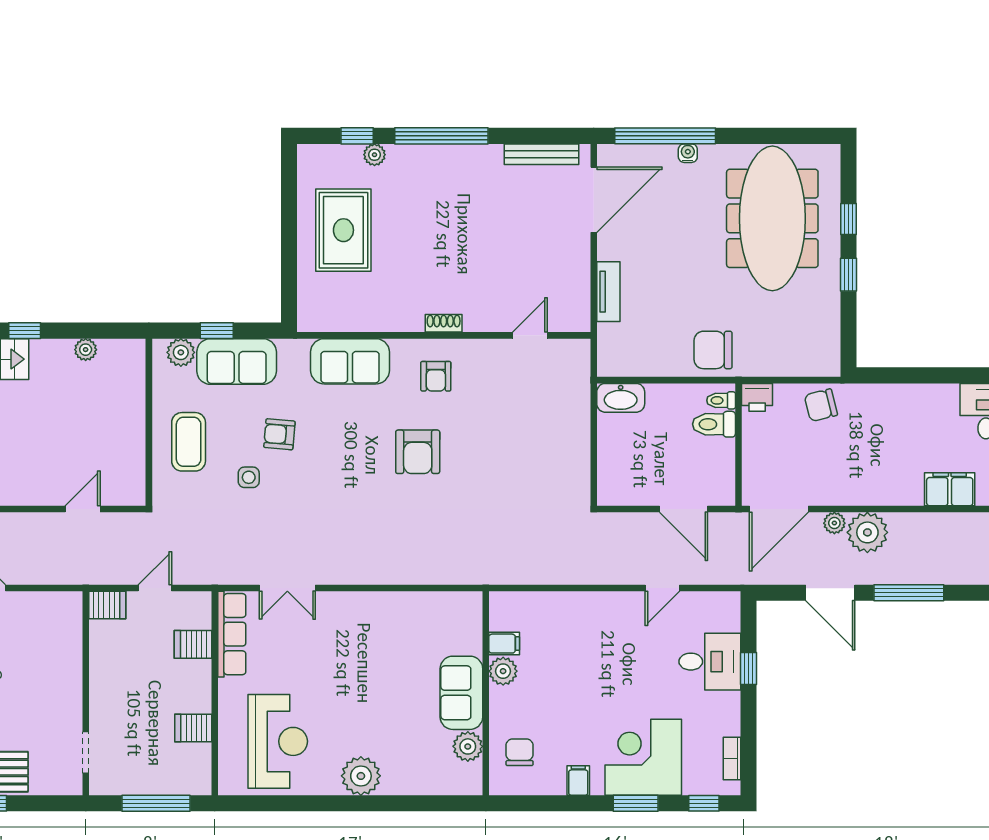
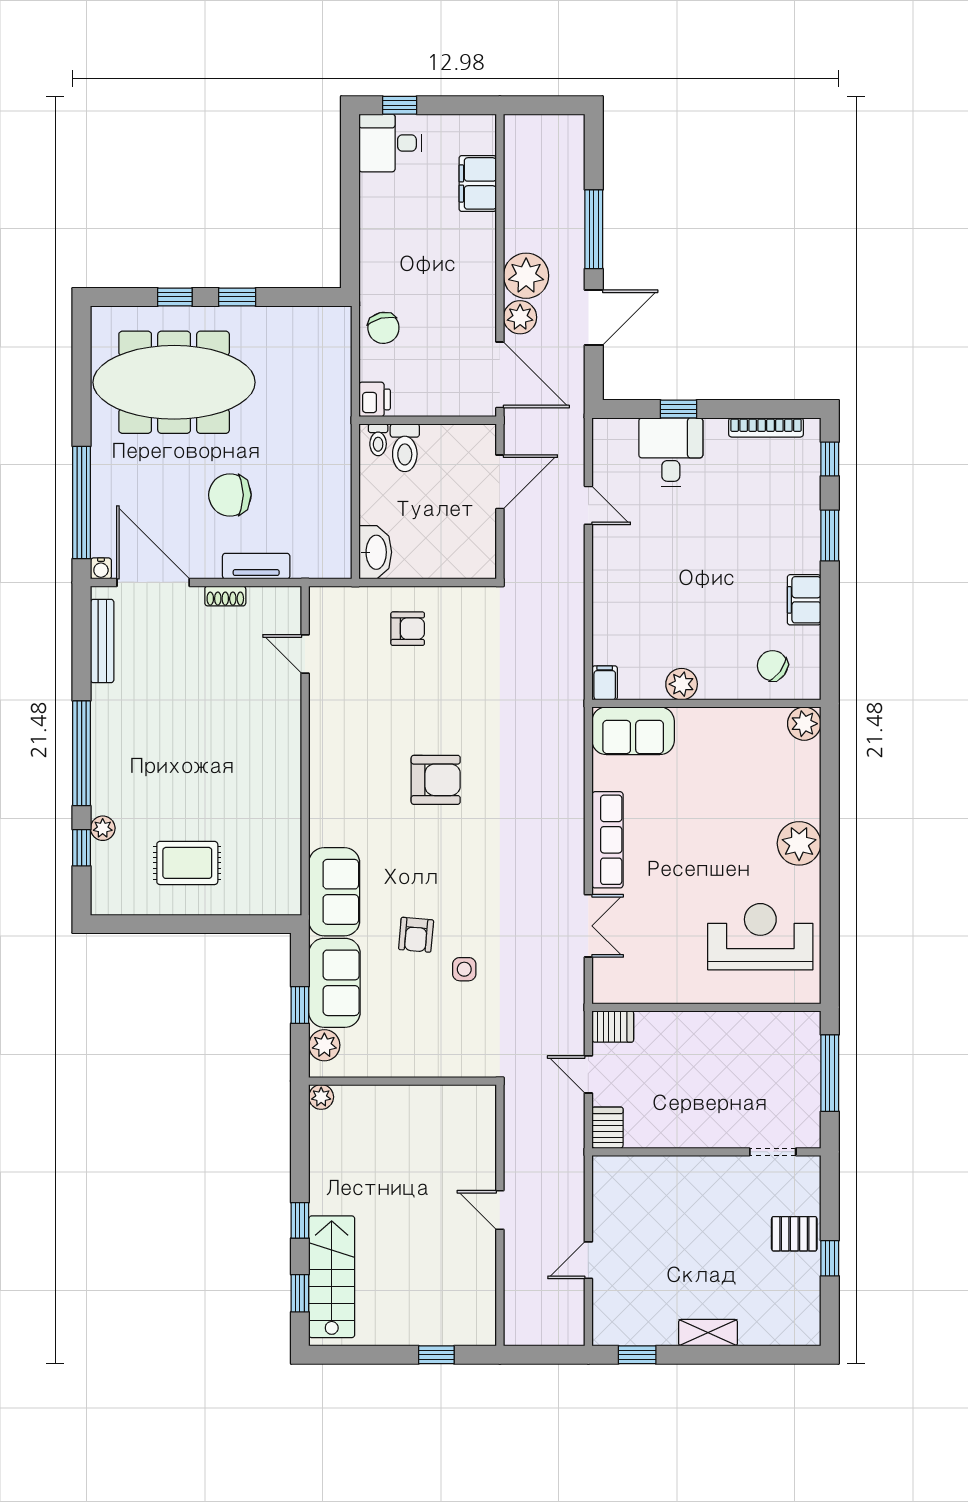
water cooler: (688, 153) -> (101, 568), moved, turned -90
rug: (343, 230) -> (187, 863), width x0.73, depth x0.70
shoe rack: (444, 323) -> (225, 596), moved, turned -90
plant: (86, 350) -> (321, 1097), moved
chair: (713, 350) -> (230, 495), moved, turned 90
sofa: (350, 361) -> (334, 892), moved
armchair: (436, 376) -> (408, 629), moved
coffee table: (189, 442) -> (424, 1037), removed
door: (83, 509) -> (500, 1210), moved
plant: (834, 523) -> (520, 317), width x1.38, depth x1.38
row of seats: (232, 634) -> (607, 840), moved, turned 90
server rack: (193, 644) -> (613, 1026), moved, turned -90
filing cabinet: (504, 644) -> (605, 683), moved
sofa: (461, 693) -> (633, 731), moved
server rack: (193, 728) -> (745, 1031), removed
plant: (468, 746) -> (804, 724), moved
chair: (520, 752) -> (772, 666), turned 36
corner desk: (643, 757) -> (778, 527), removed
bookcase: (732, 759) -> (766, 427), width x1.56
filing cabinet: (578, 780) -> (804, 600), width x2.00

